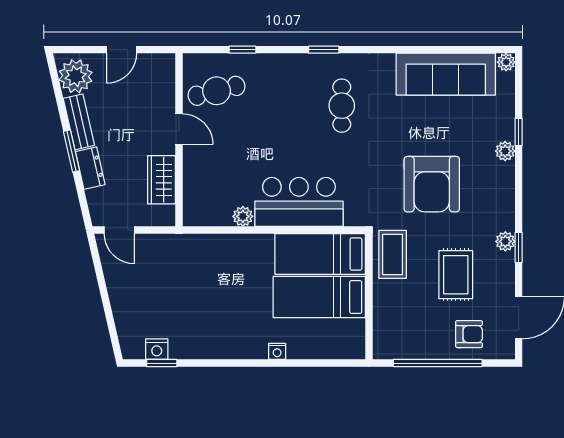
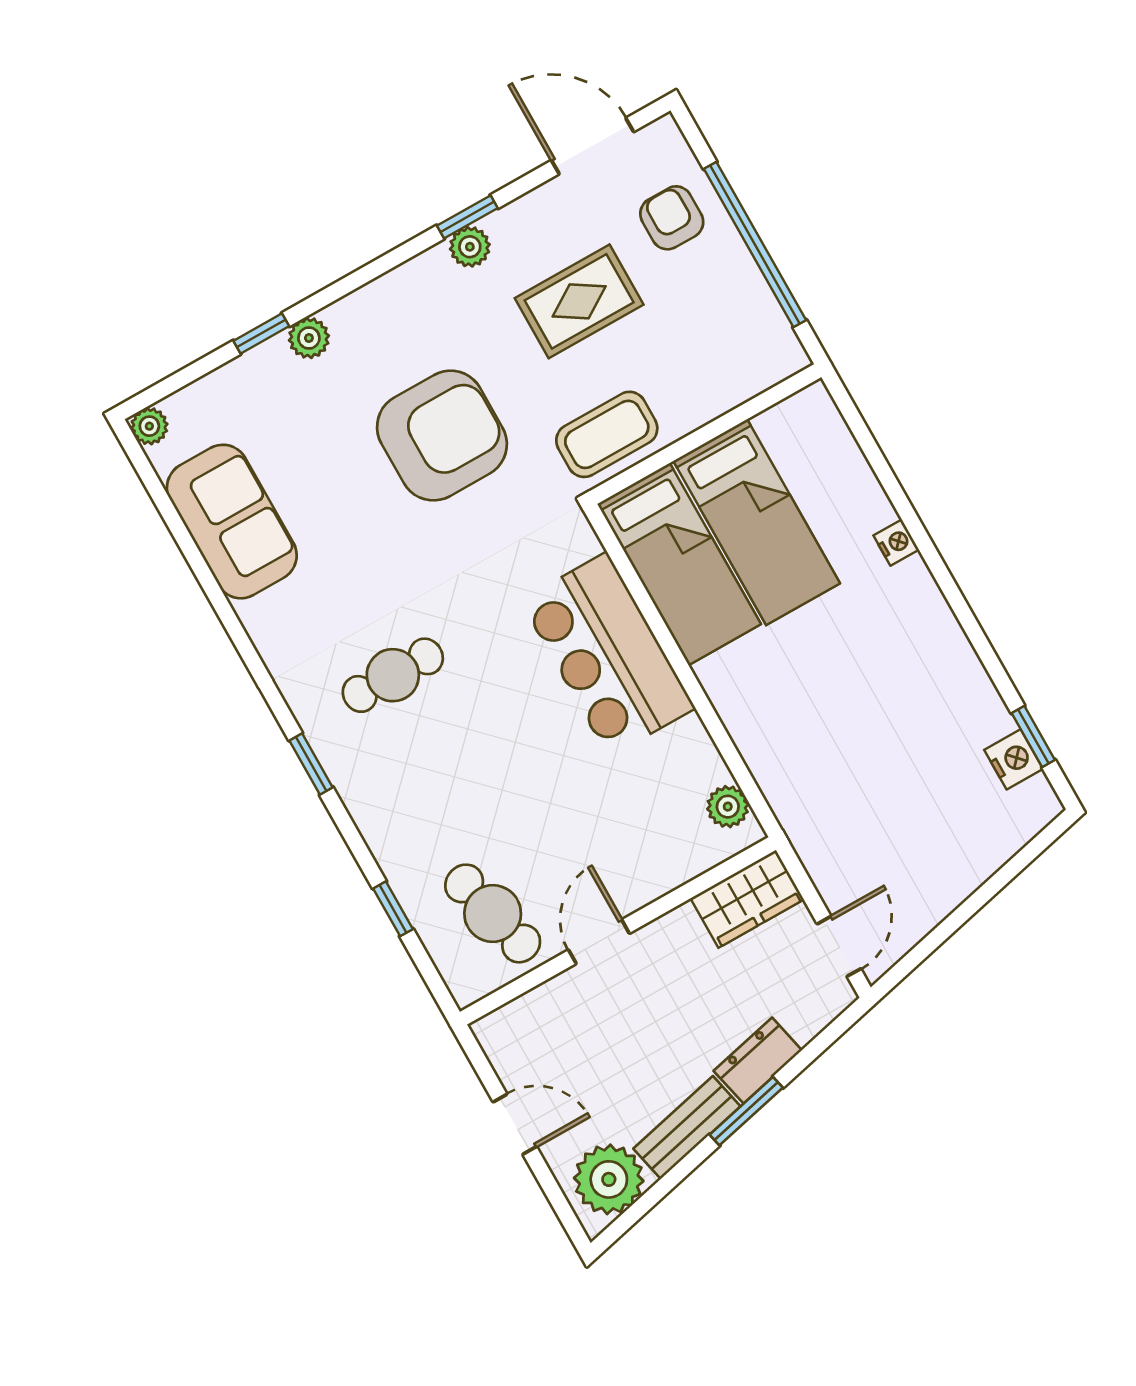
sofa: (446, 74) -> (232, 522), width x0.73
wardrobe: (161, 180) -> (747, 899), moved
plant: (243, 216) -> (728, 807), moved

